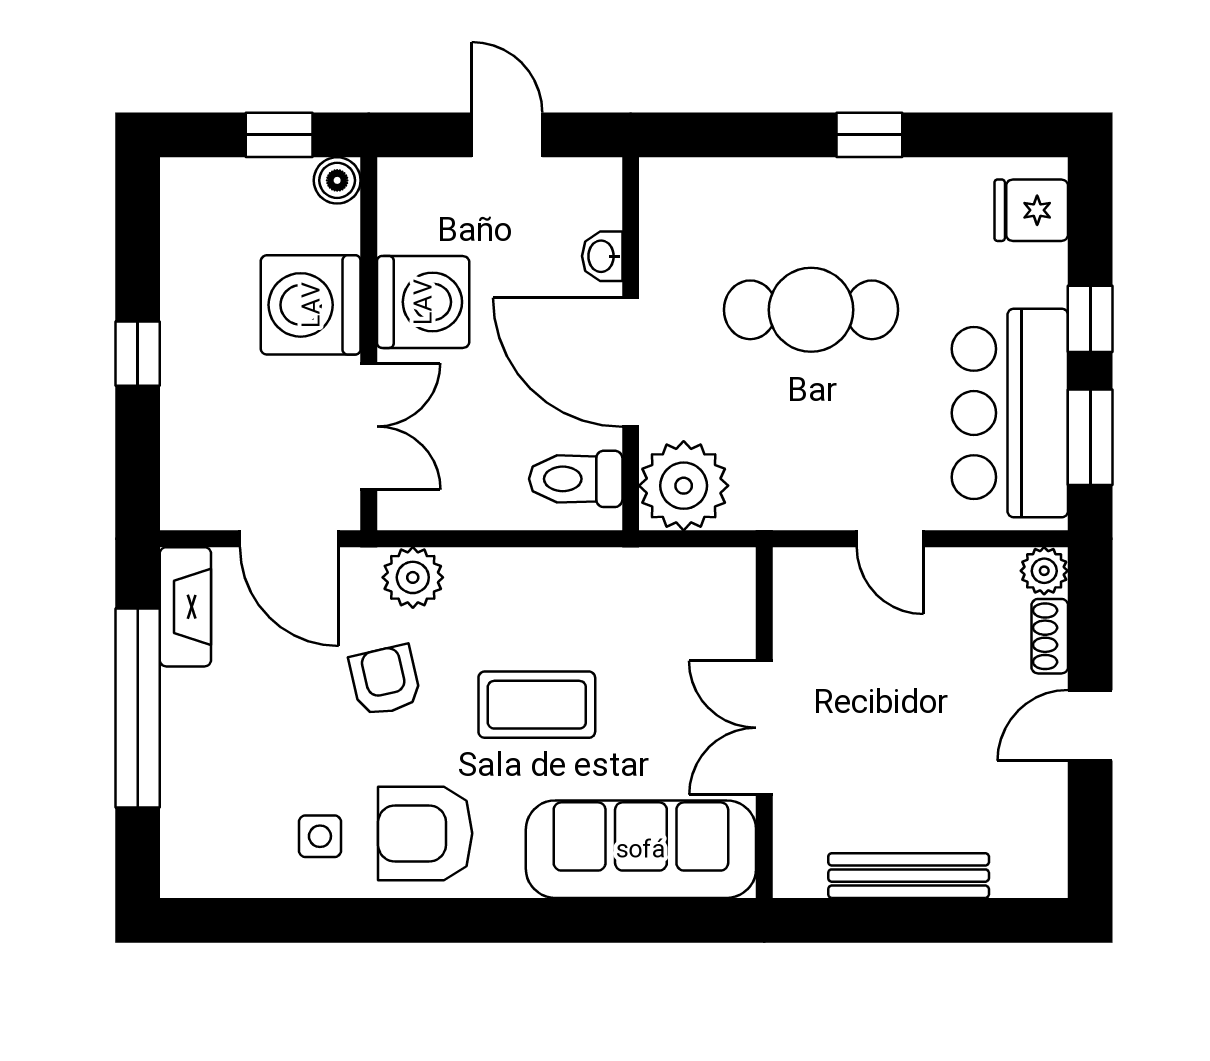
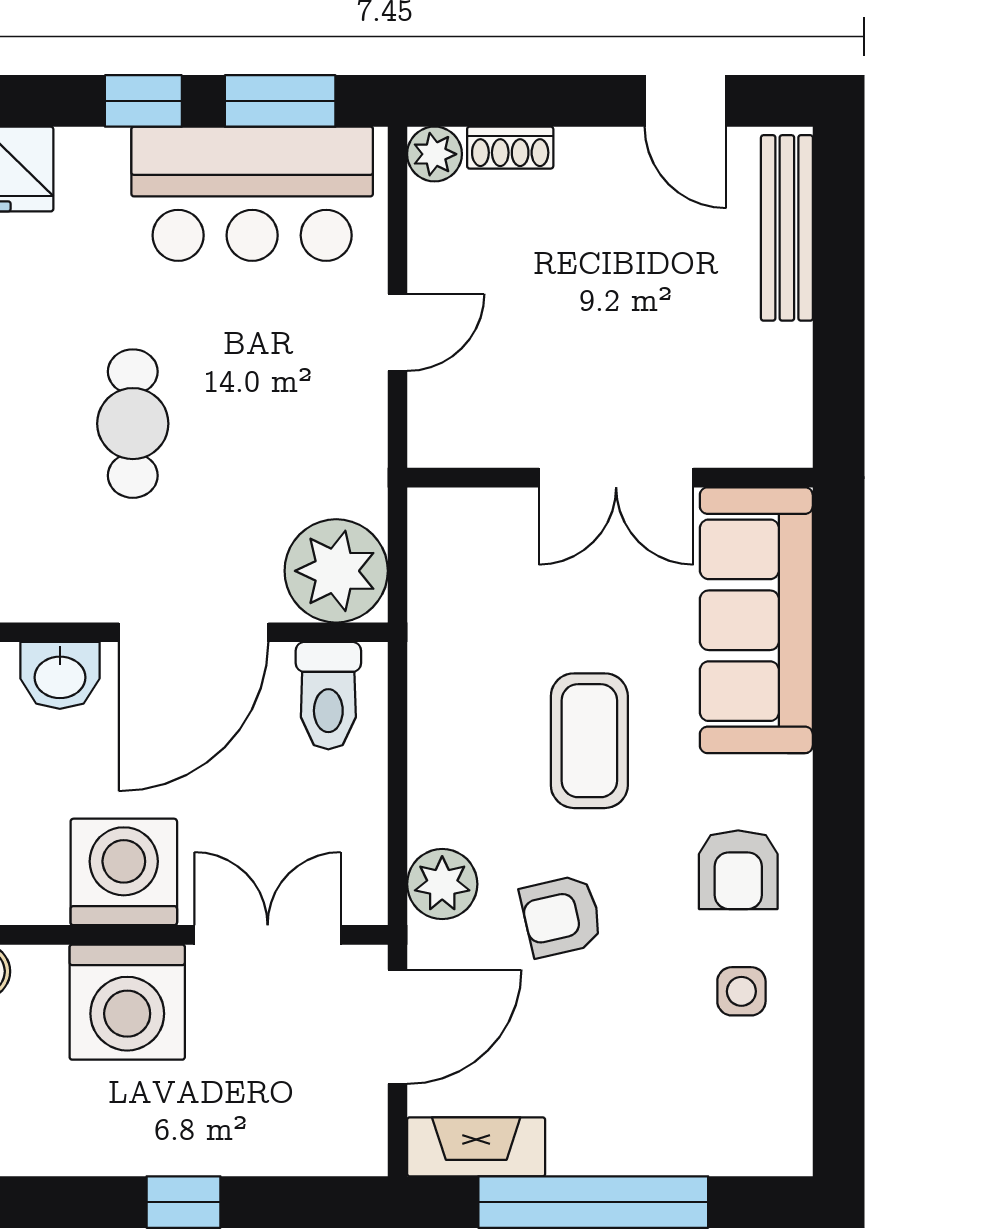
washbasin: (602, 256) -> (60, 675), width x1.38, depth x1.45
cafe table: (811, 310) -> (133, 424), width x0.73, depth x0.74
door: (1090, 725) -> (686, 101), moved
armchair: (425, 833) -> (738, 870), width x0.72, depth x0.72
bench: (909, 876) -> (787, 228), moved

